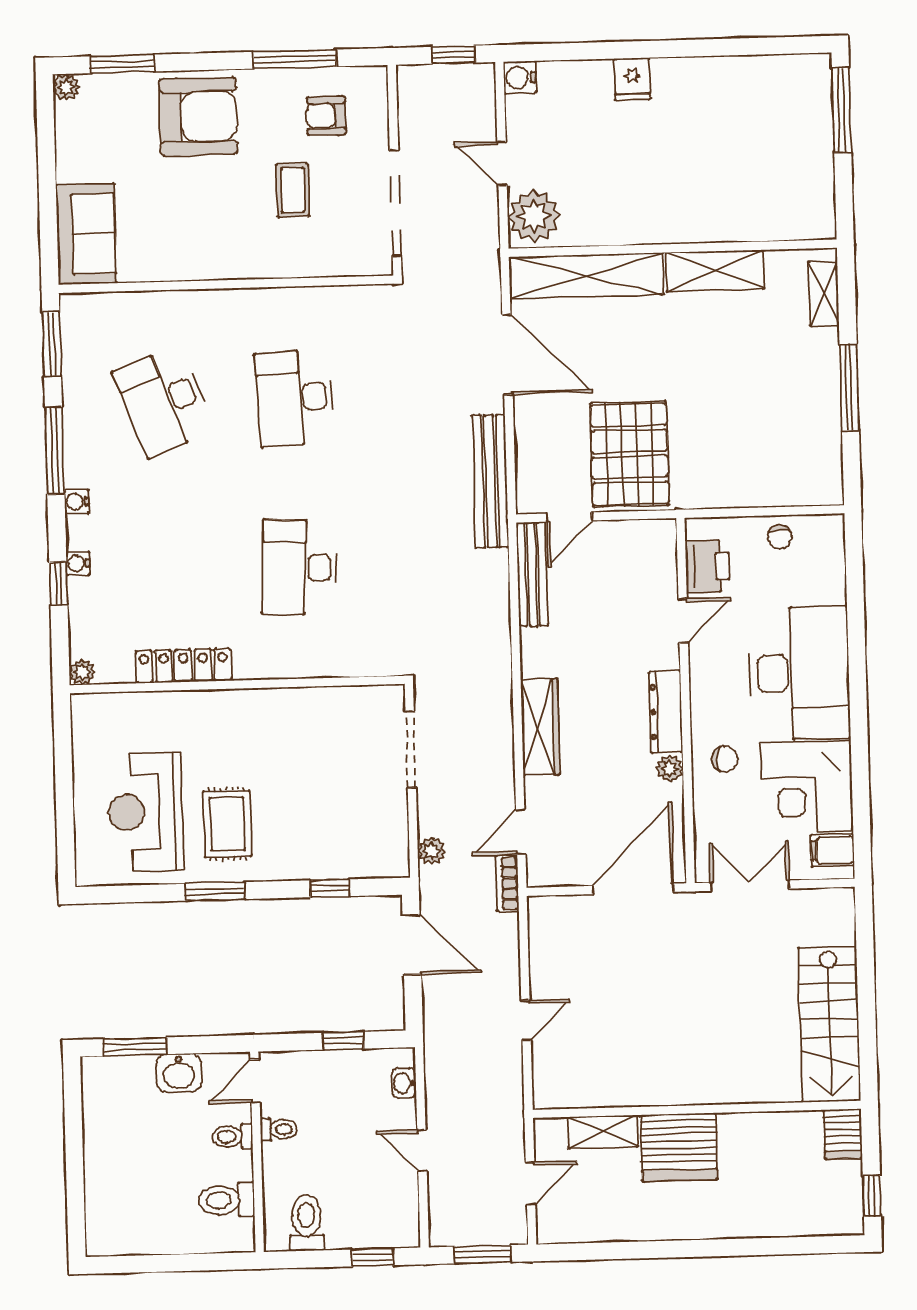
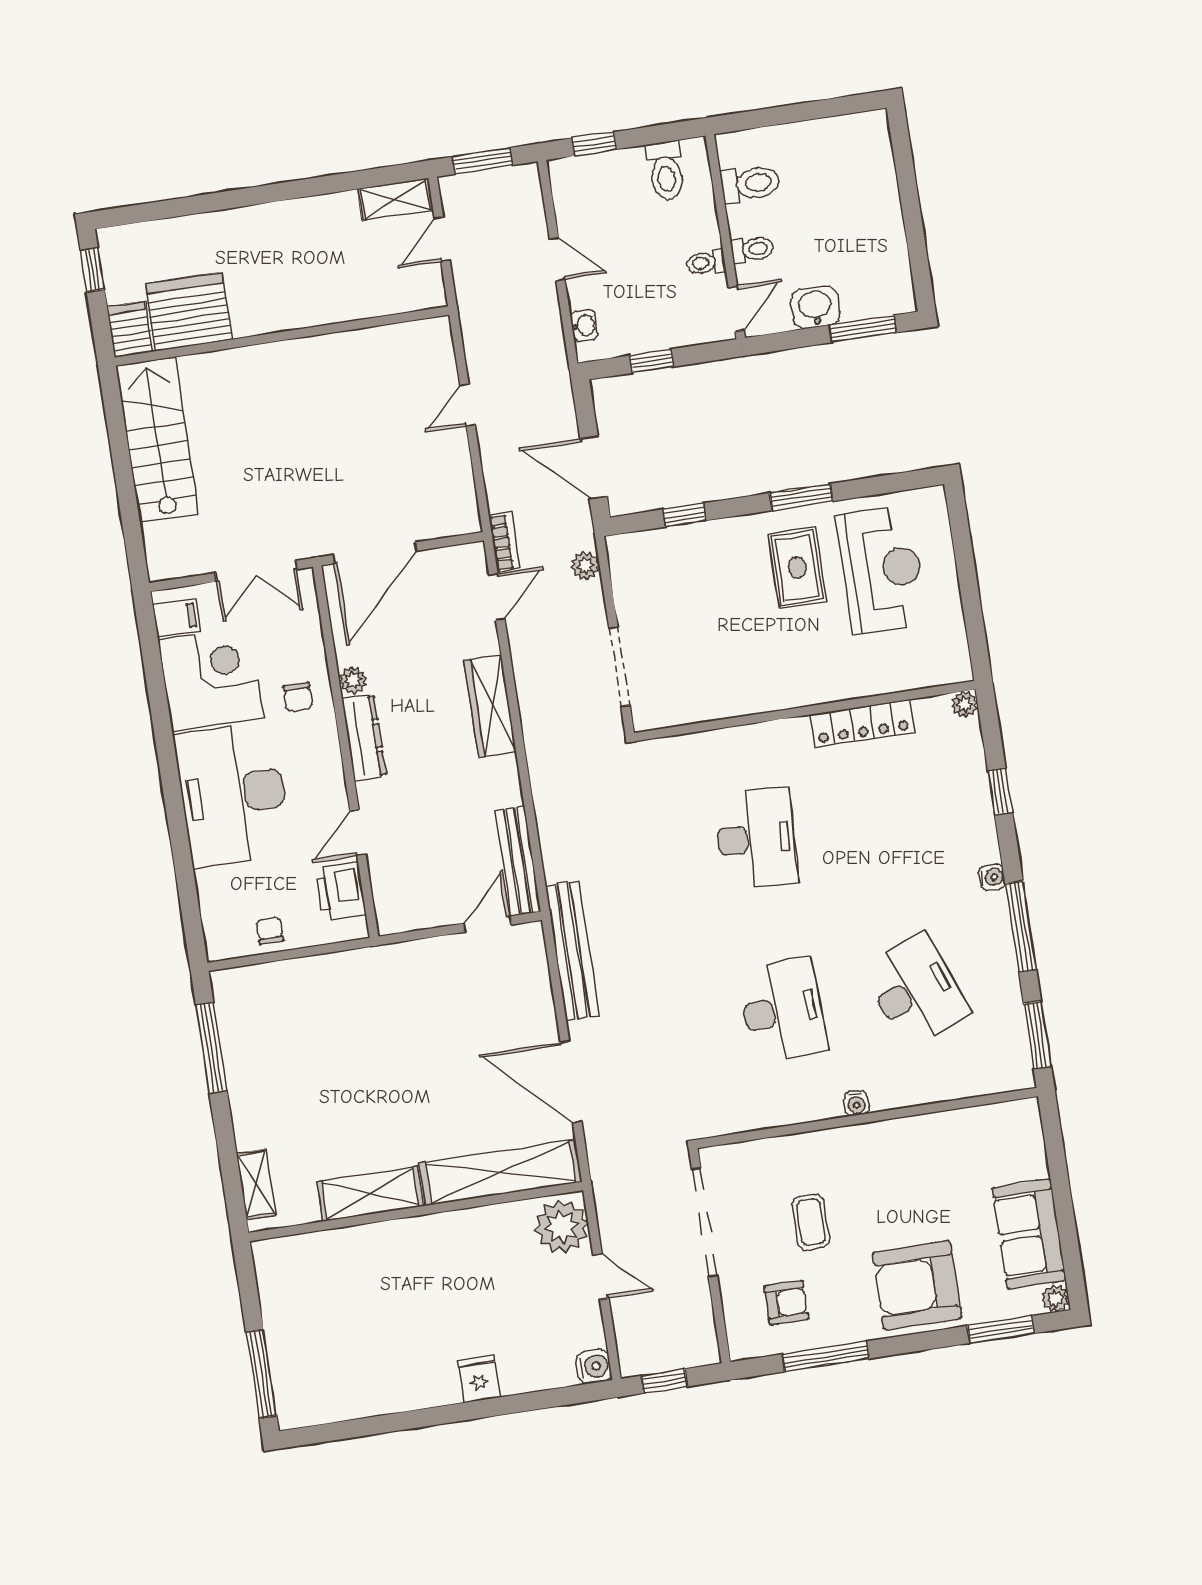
sofa: (86, 234) -> (1029, 1234), moved
window: (849, 387) -> (211, 1048), moved
pallet: (630, 454) -> (434, 996), removed
water cooler: (78, 563) -> (856, 1103), moved, turned 90
chair: (725, 759) -> (298, 697), turned -90
shelving: (603, 1132) -> (396, 199), moved
server rack: (679, 1147) -> (189, 312), moved

